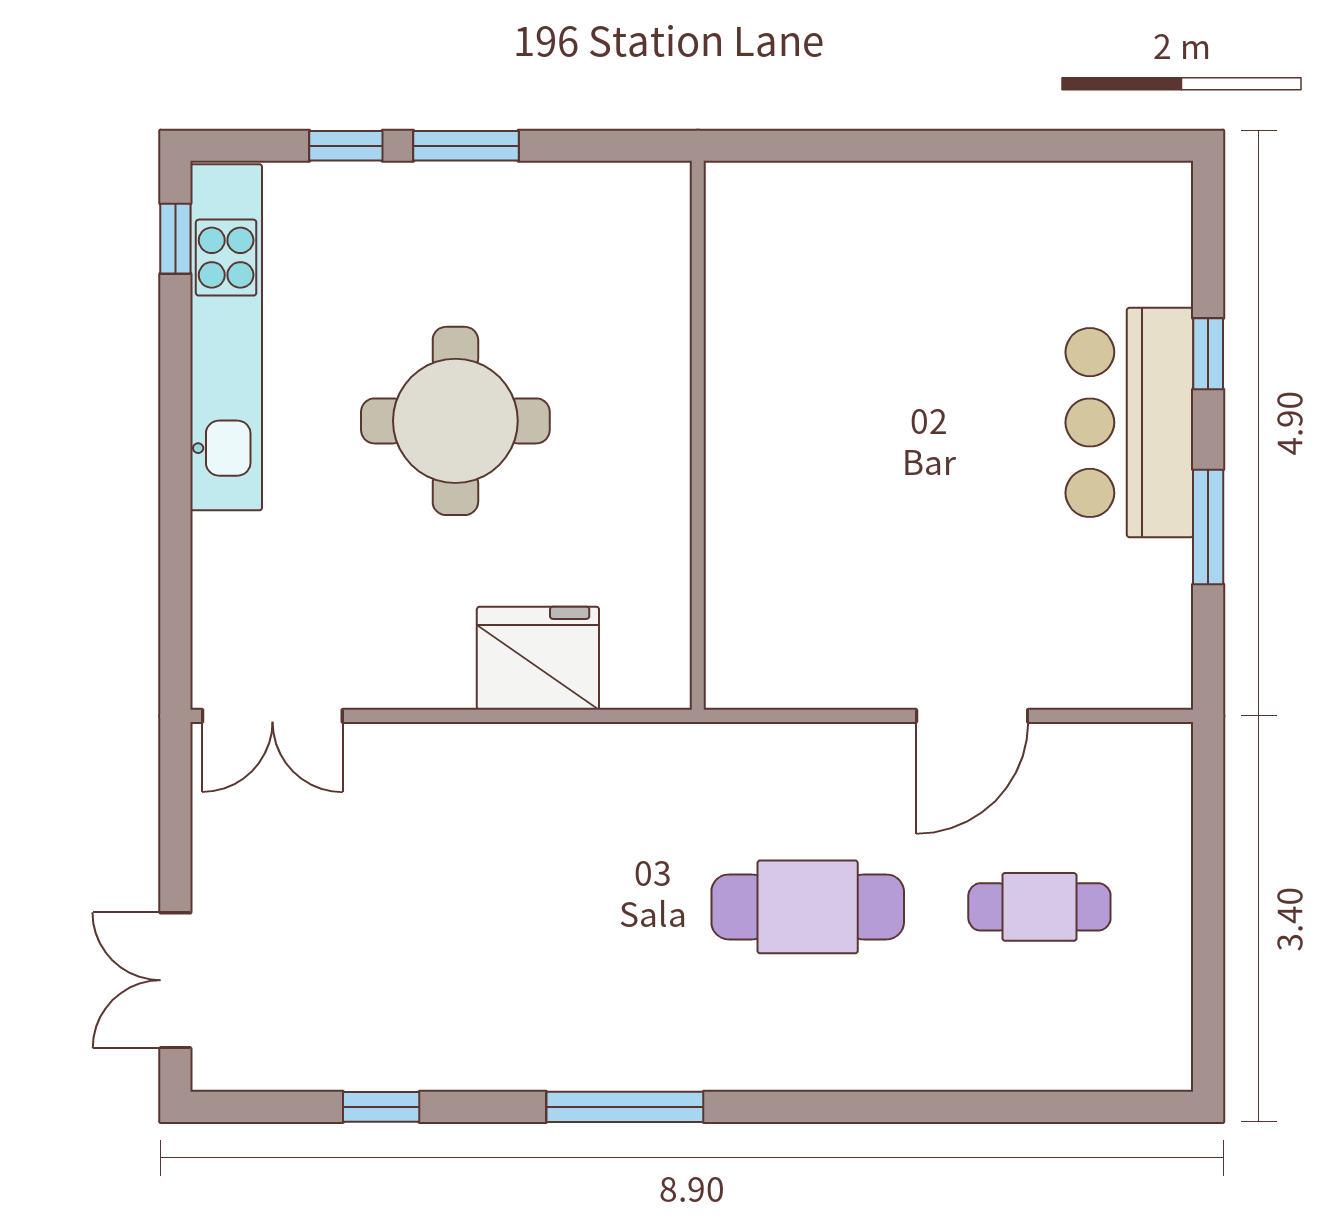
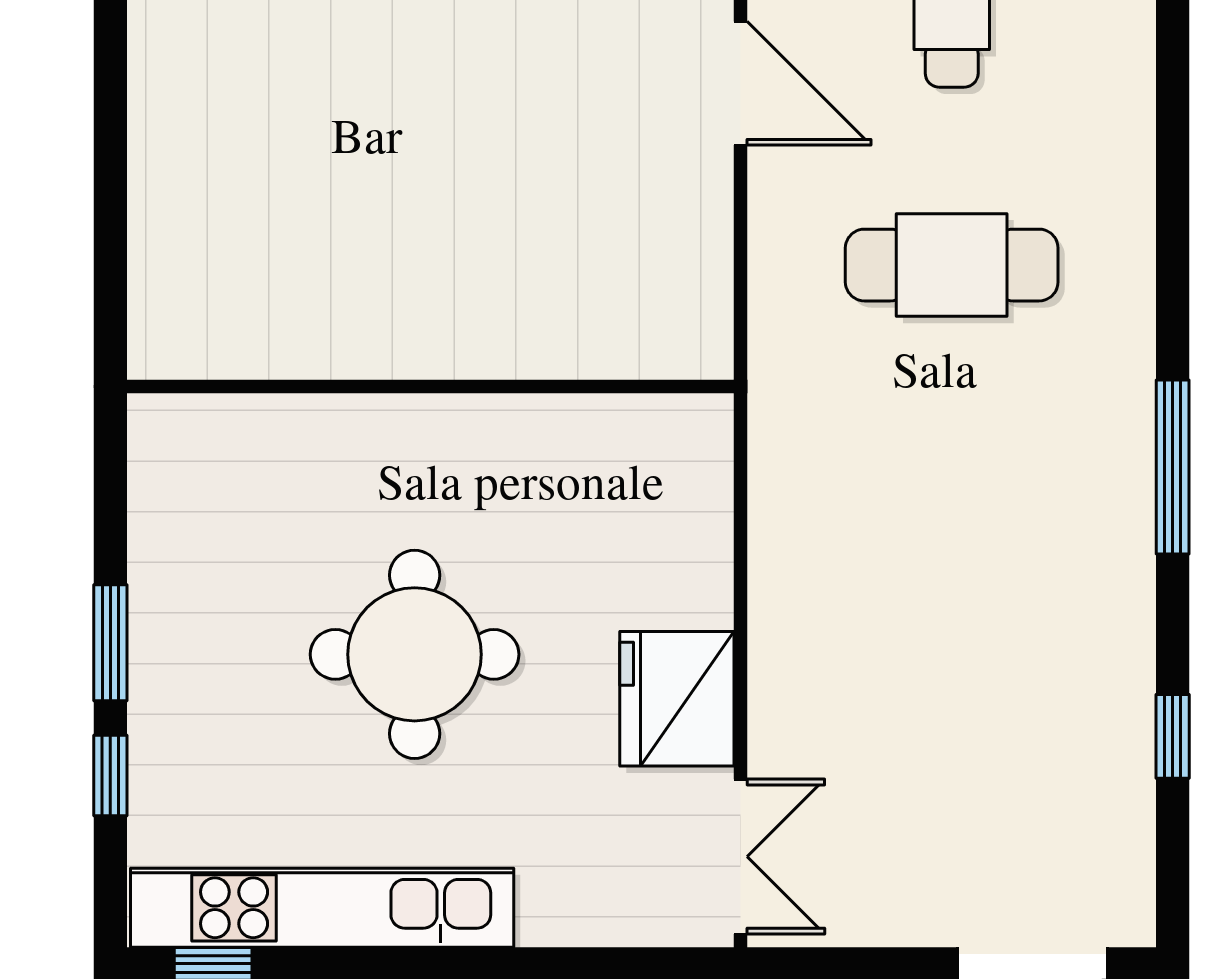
fridge: (538, 658) -> (677, 699), moved
cafe table: (808, 907) -> (952, 265), turned 90

